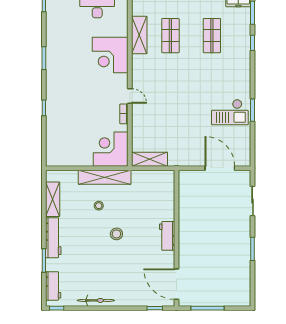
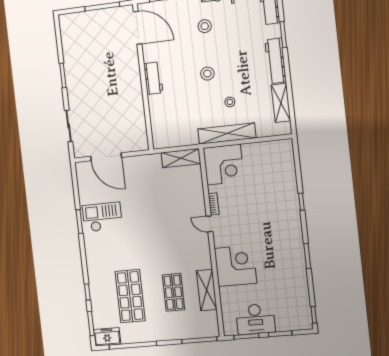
shop shelf: (212, 36) -> (130, 296), width x1.43, depth x1.36
stool: (114, 277) -> (205, 26), added

